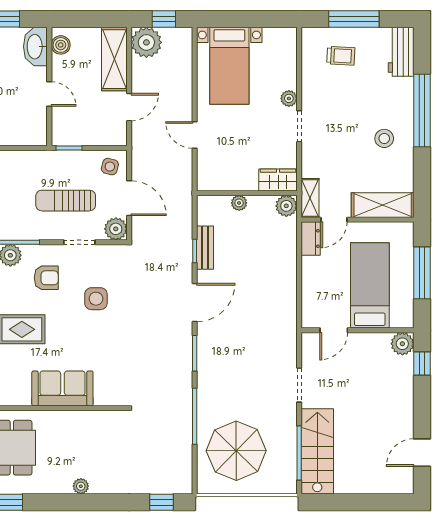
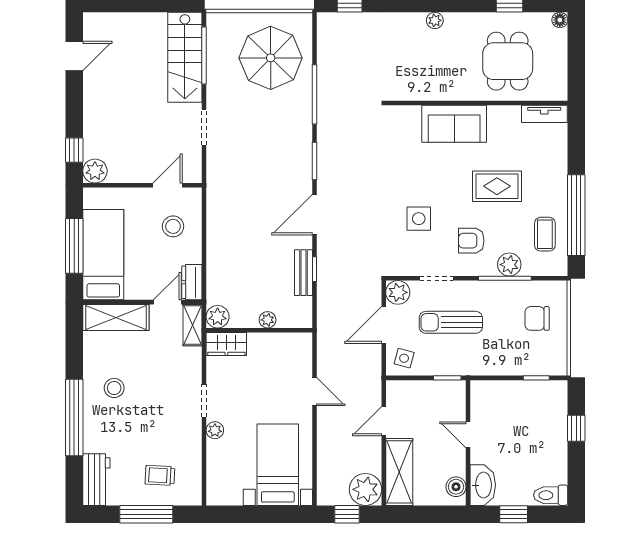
door: (129, 198) -> (384, 325), hinge flipped
sun lounger: (66, 201) -> (451, 322), turned 180
bed: (370, 285) -> (103, 255), moved, turned 180
stool: (328, 291) -> (173, 226), added

